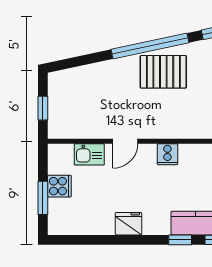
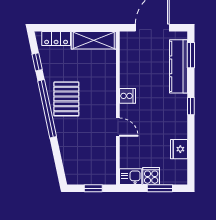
kitchen sink: (89, 154) -> (131, 177), moved, turned -90
fridge: (128, 224) -> (179, 149), moved
window: (180, 240) -> (191, 106), moved

